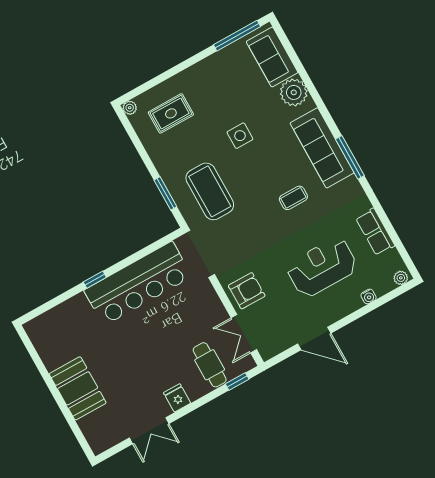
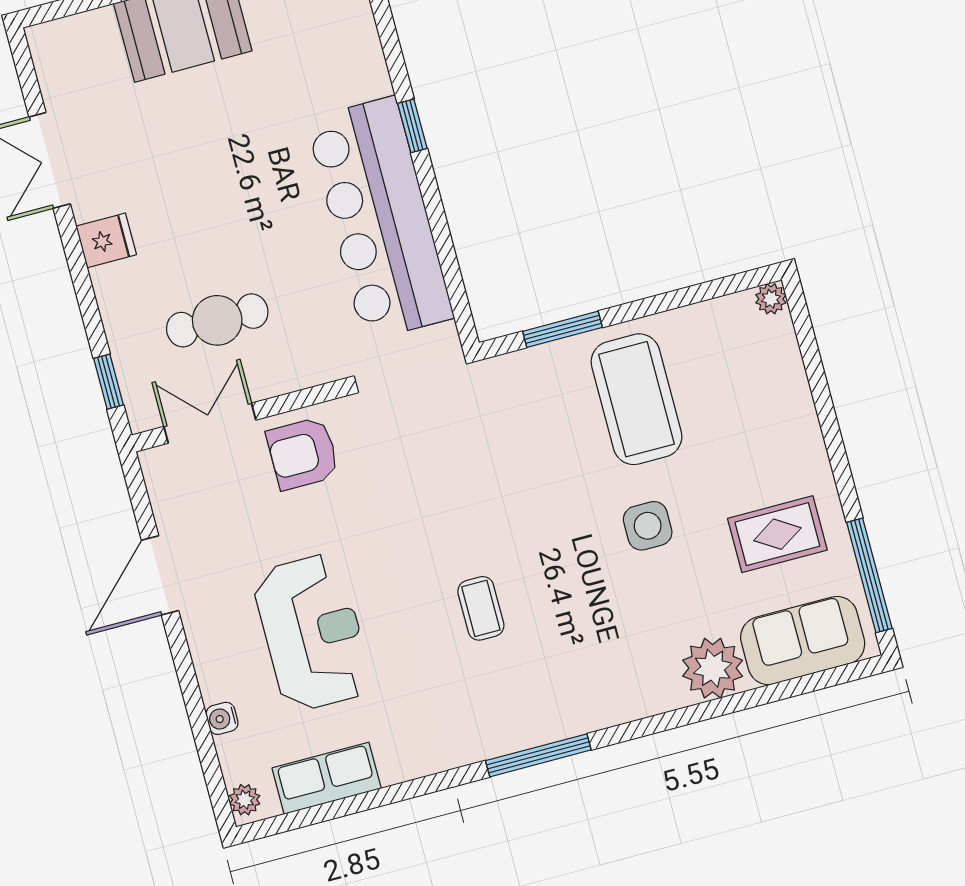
rug: (171, 113) -> (777, 534), moved, turned 90
sofa: (322, 148) -> (575, 699), removed
coffee table: (210, 191) -> (636, 399), moved, turned 90
row of seats: (375, 232) -> (327, 778), moved
armchair: (247, 291) -> (303, 454), turned 90
cafe table: (210, 365) -> (217, 320), moved

